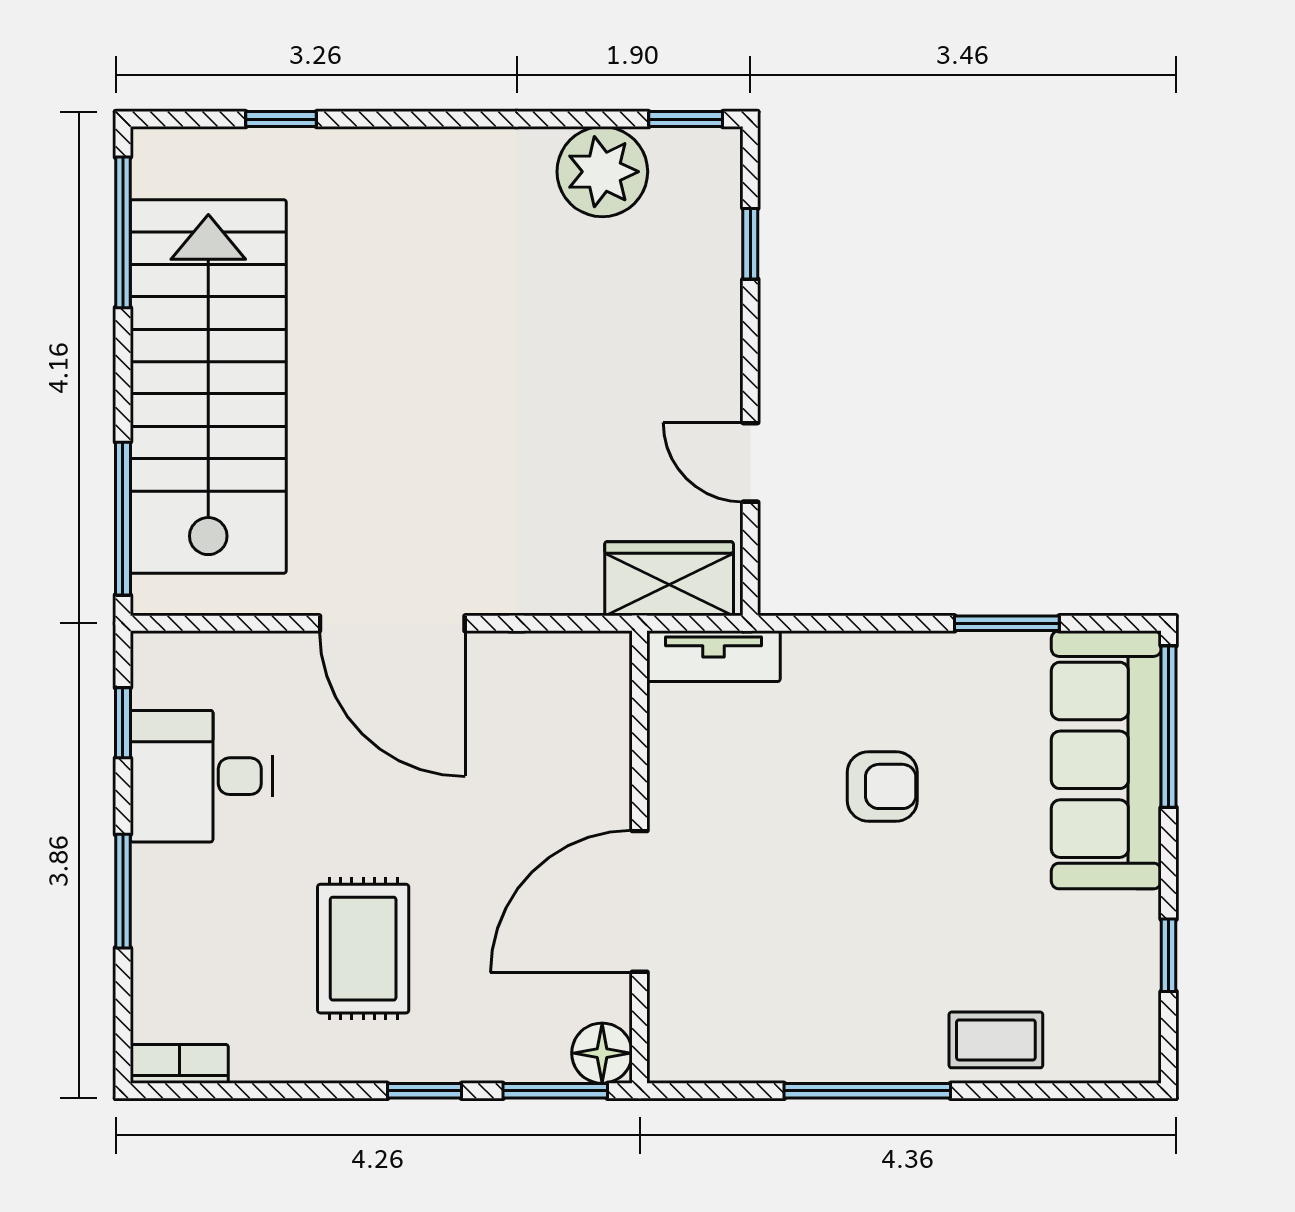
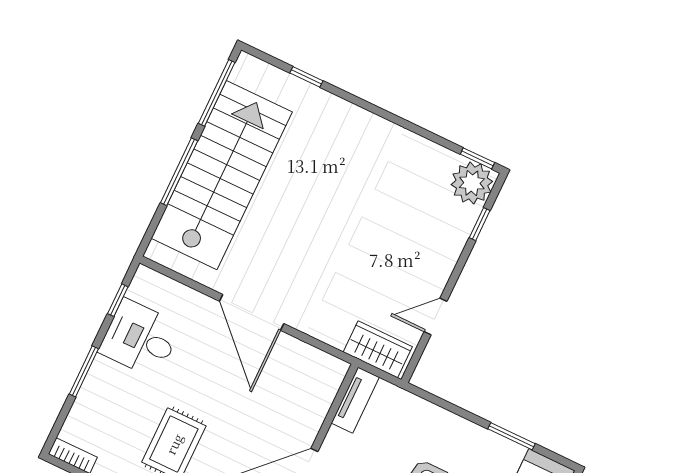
plant: (602, 172) -> (472, 183), moved
door: (750, 462) -> (435, 317), hinge flipped
window: (123, 519) -> (179, 172), moved
tv unit: (714, 656) -> (355, 400), moved, turned -90

